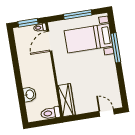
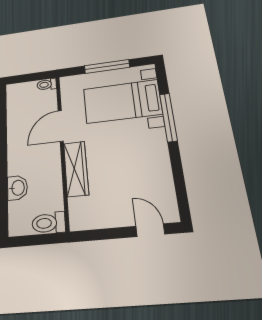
window: (28, 23) -> (30, 78), removed
door: (50, 41) -> (61, 126), moved
wardrobe: (66, 100) -> (76, 169), moved

